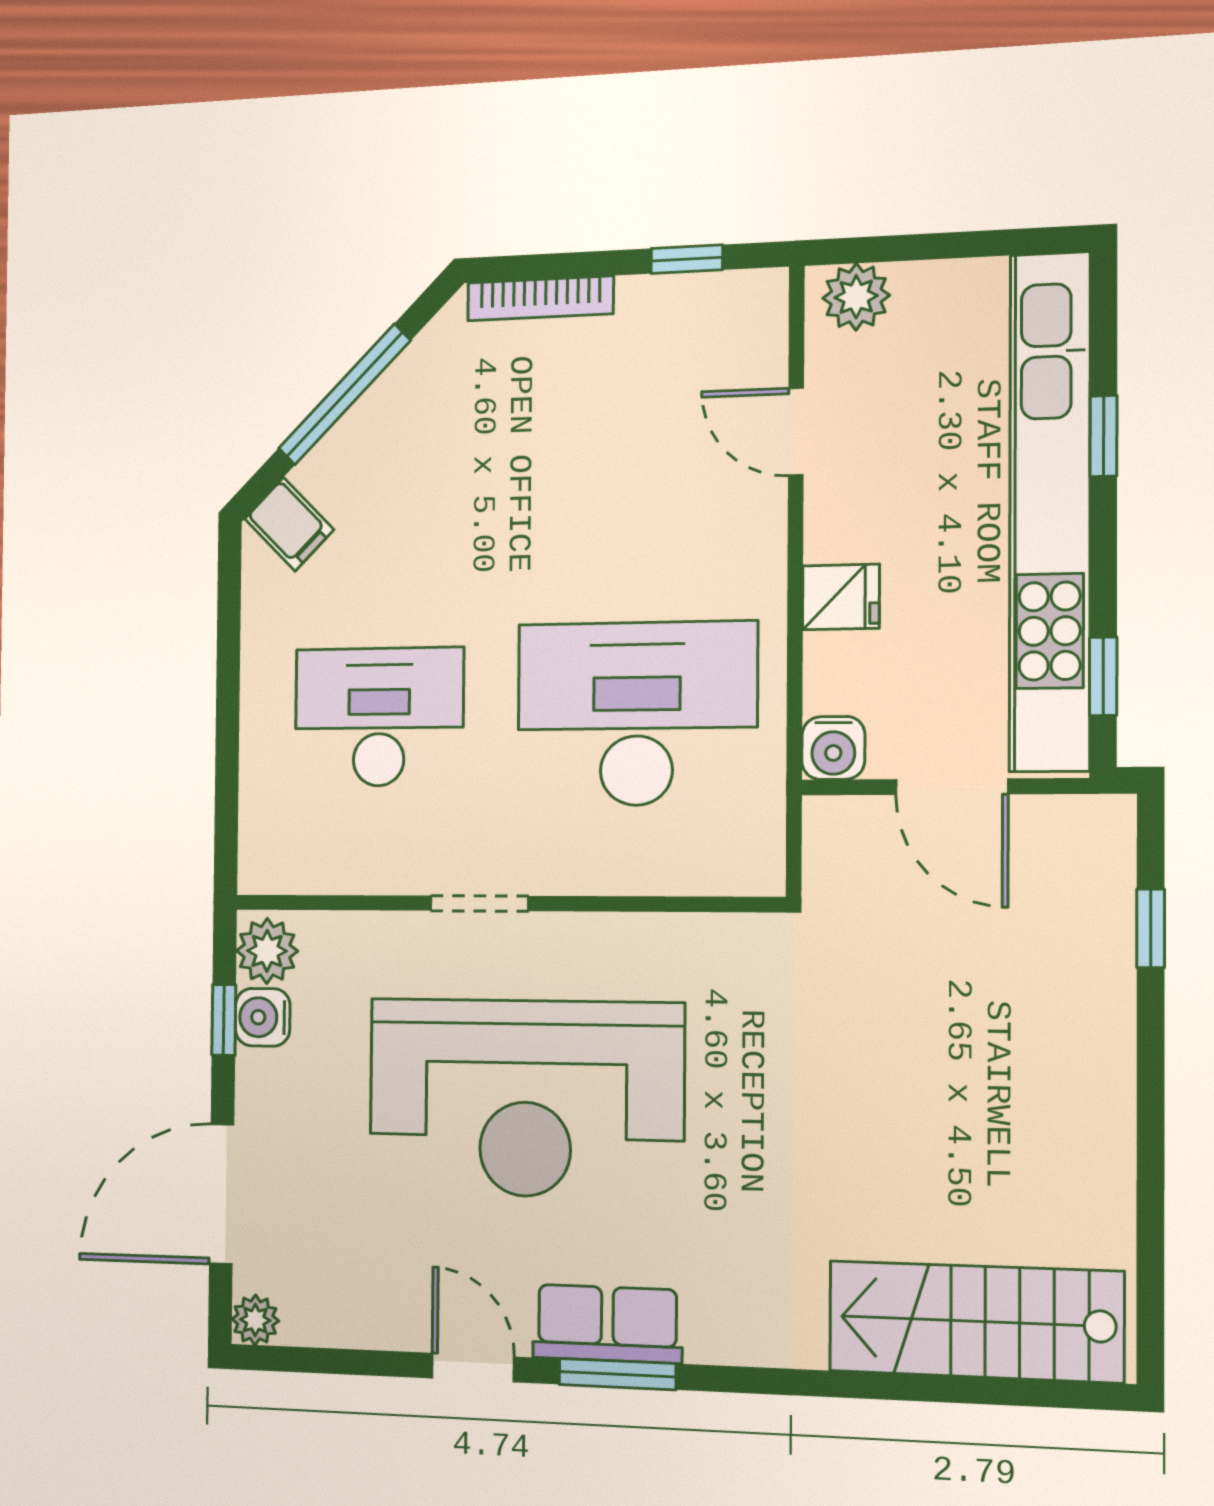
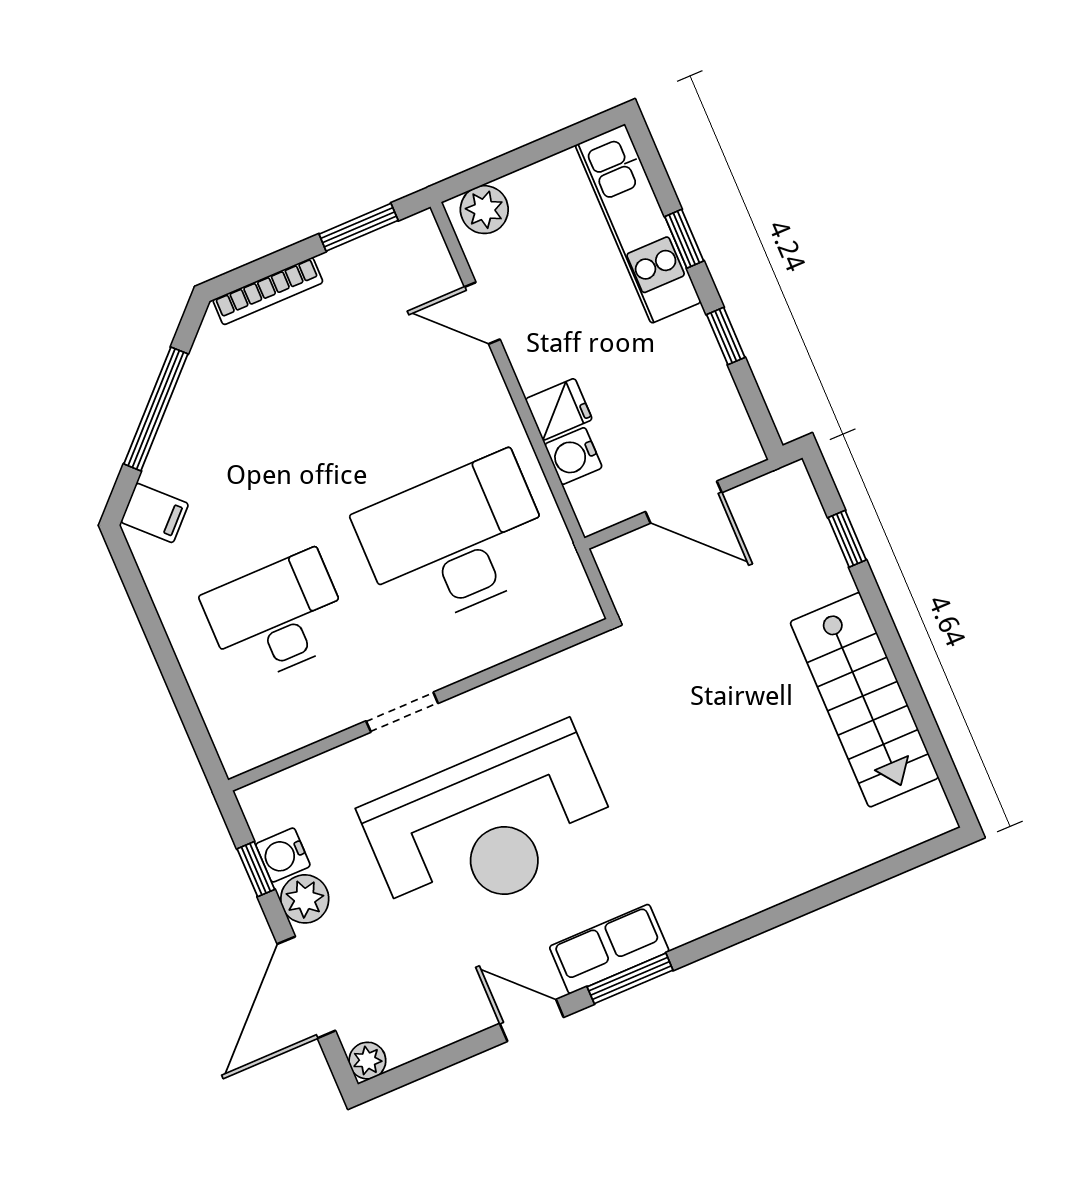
window: (687, 259) -> (359, 227), width x1.50
kitchen unit: (1050, 512) -> (638, 224), width x0.54
window: (1103, 676) -> (726, 336), moved
water cooler: (833, 748) -> (573, 456), moved, turned 90
plant: (267, 951) -> (305, 899), moved
stairs: (975, 1321) -> (864, 700), moved, turned -90

